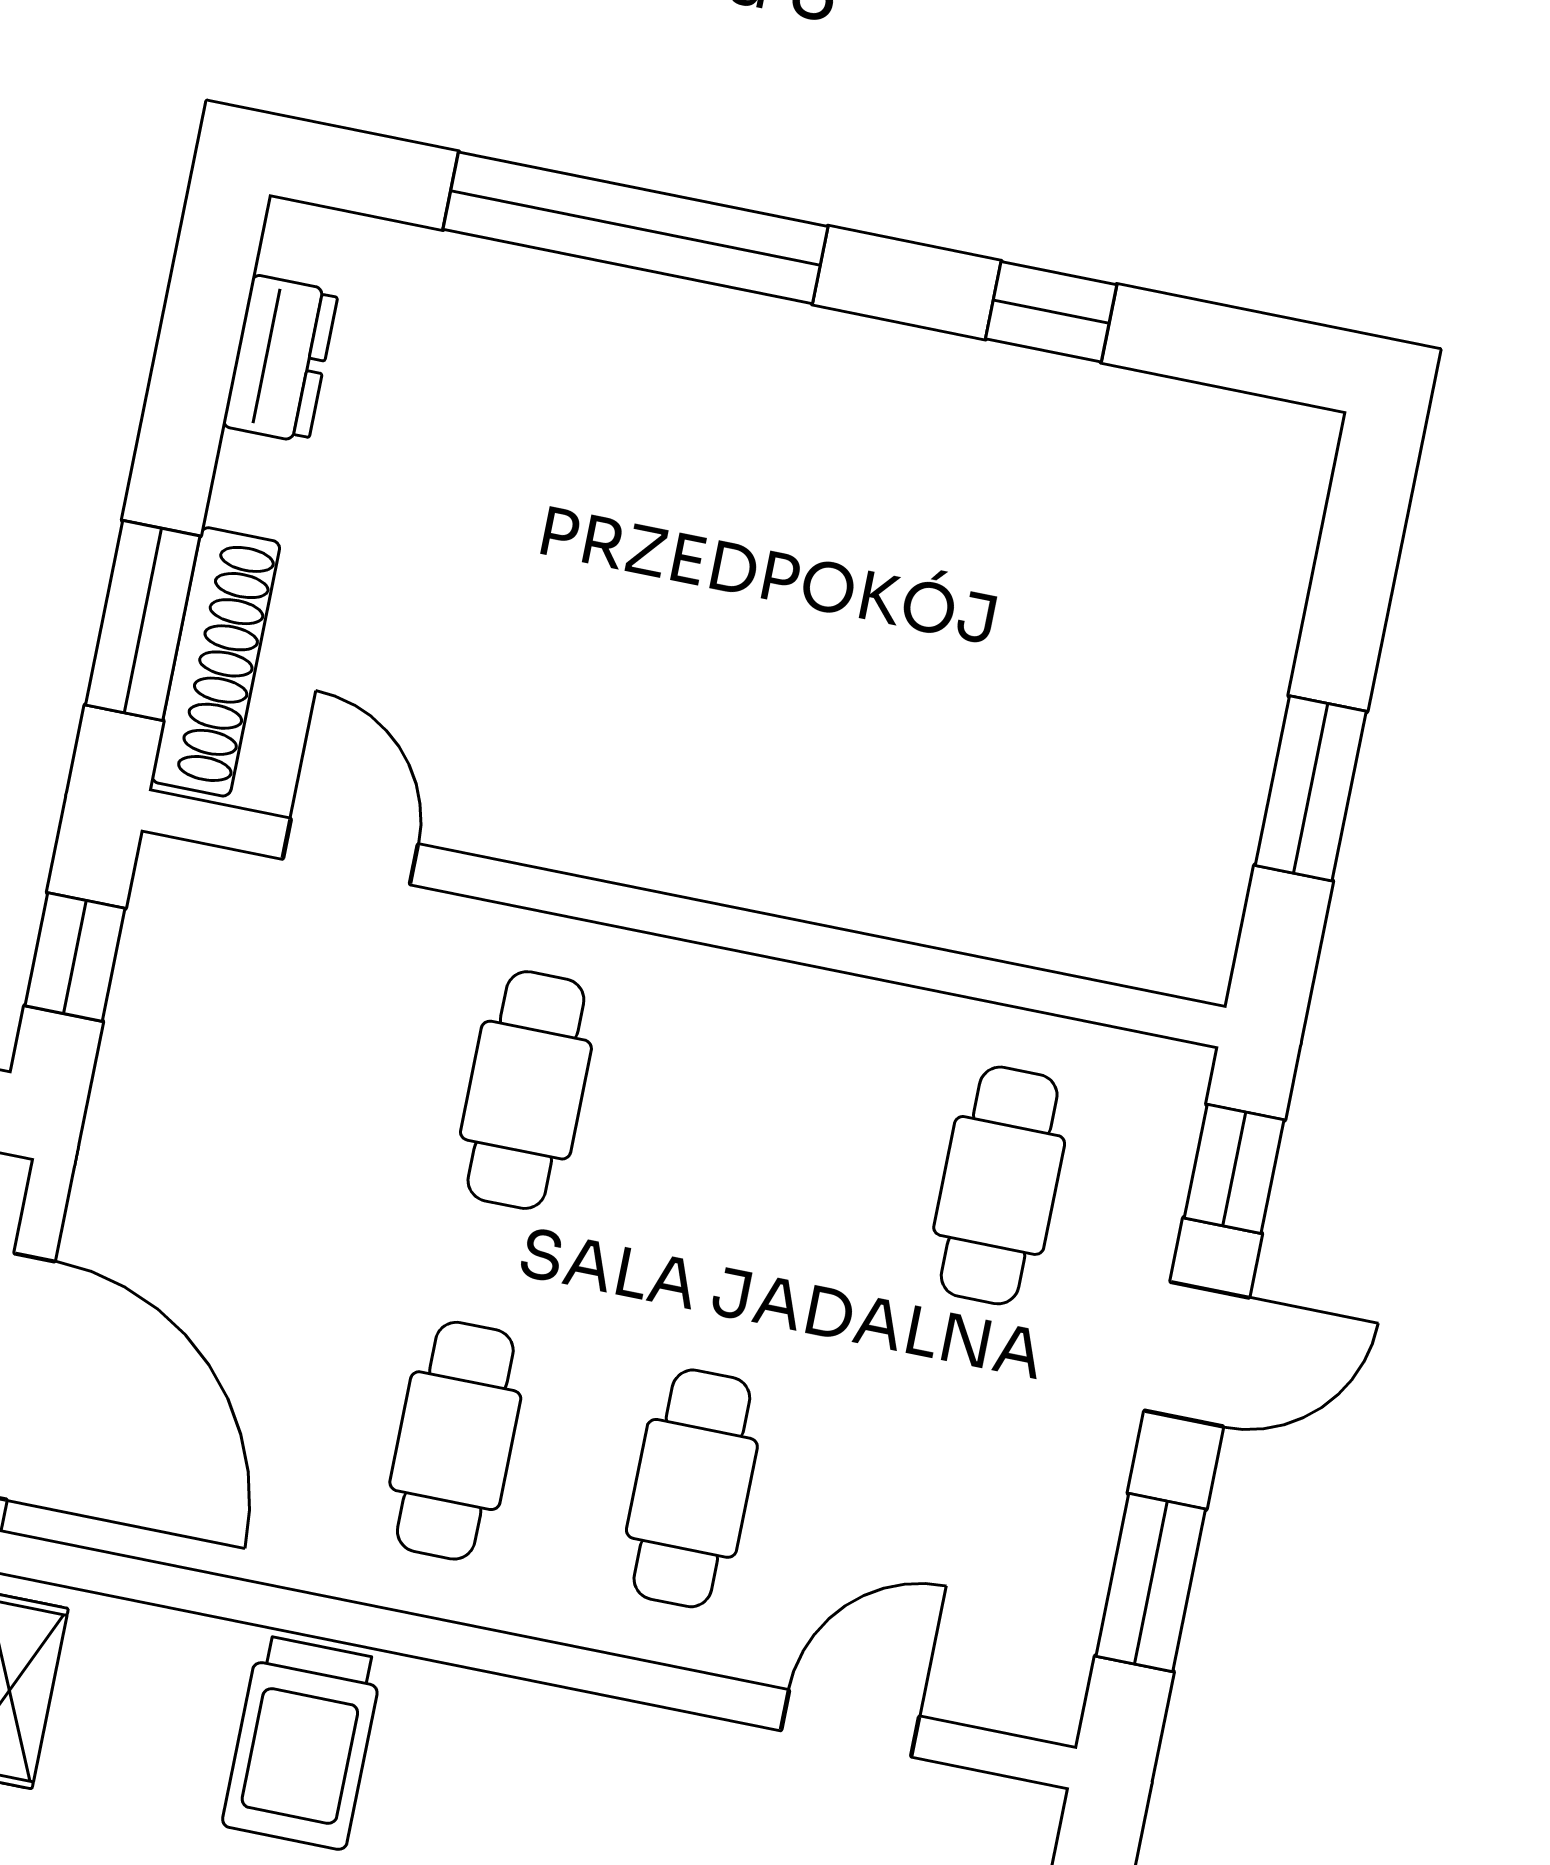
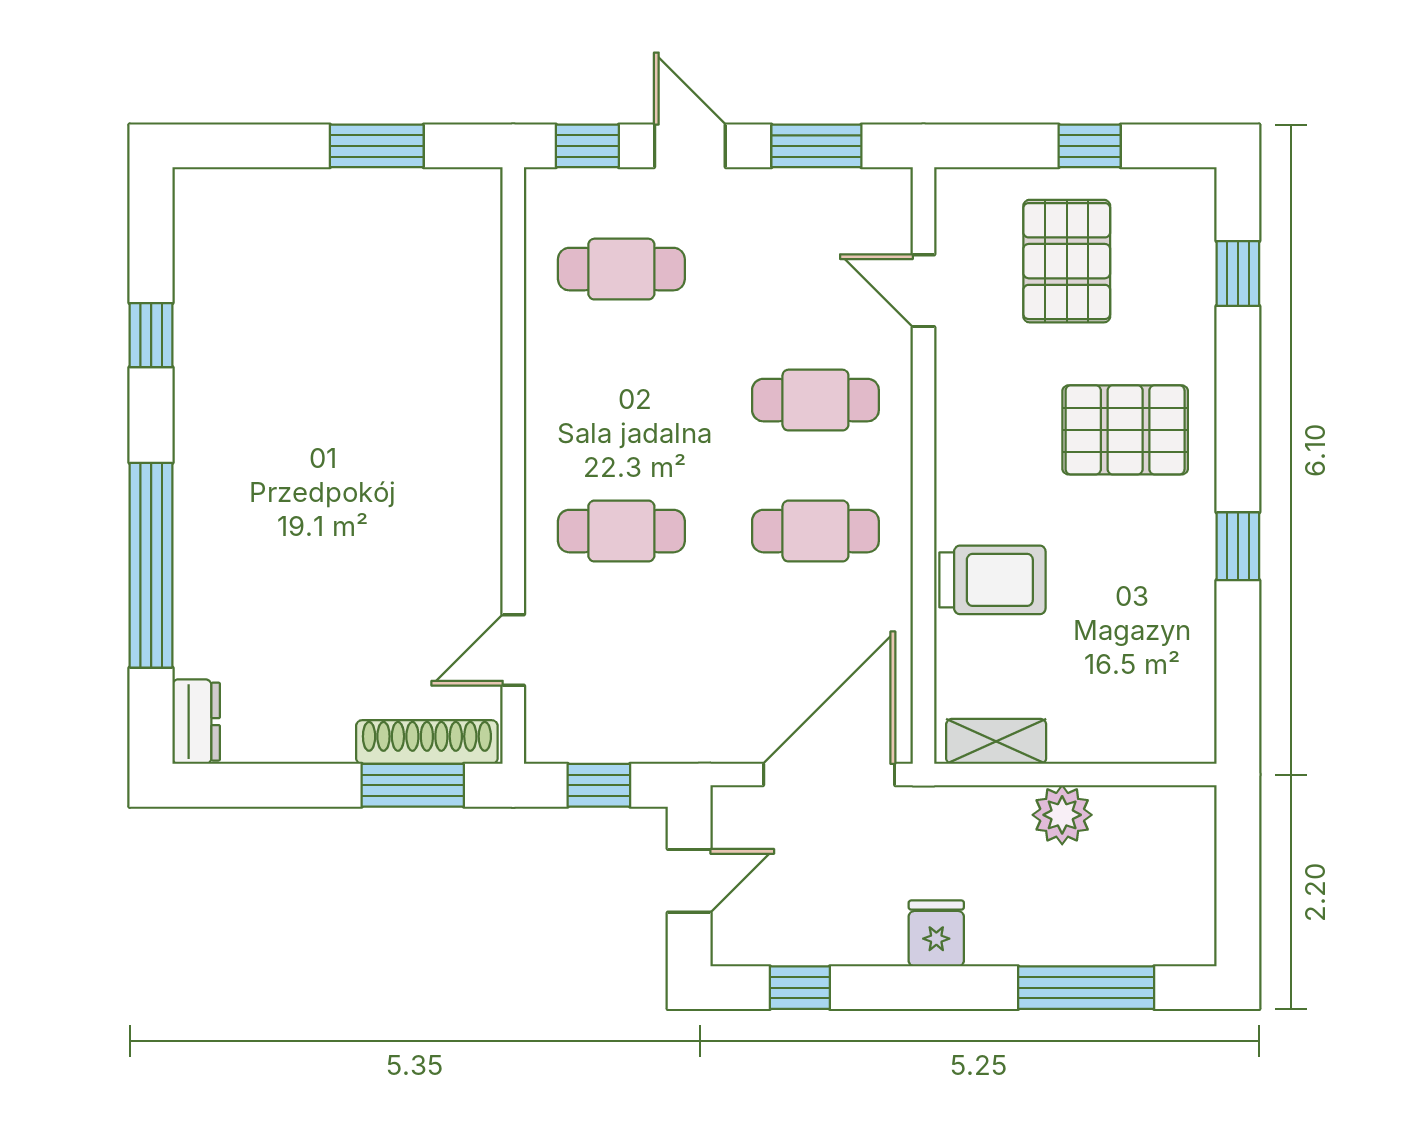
dresser: (280, 359) -> (196, 722), moved, turned 90

